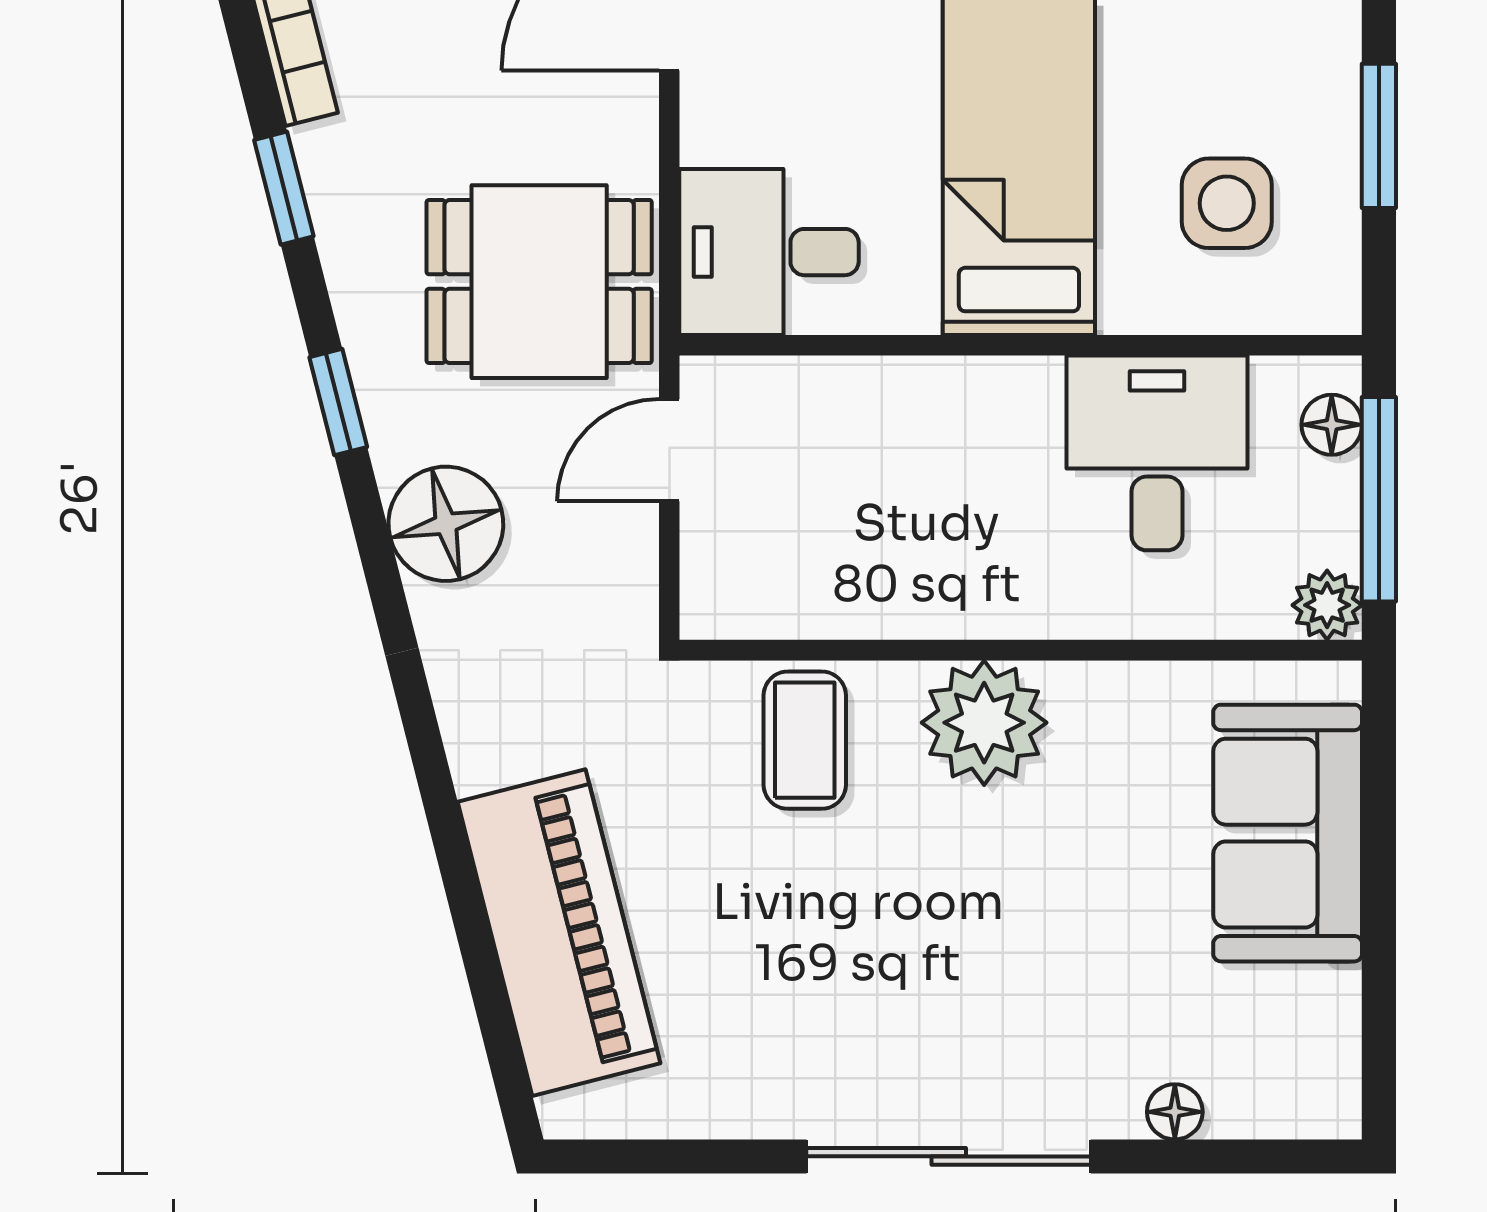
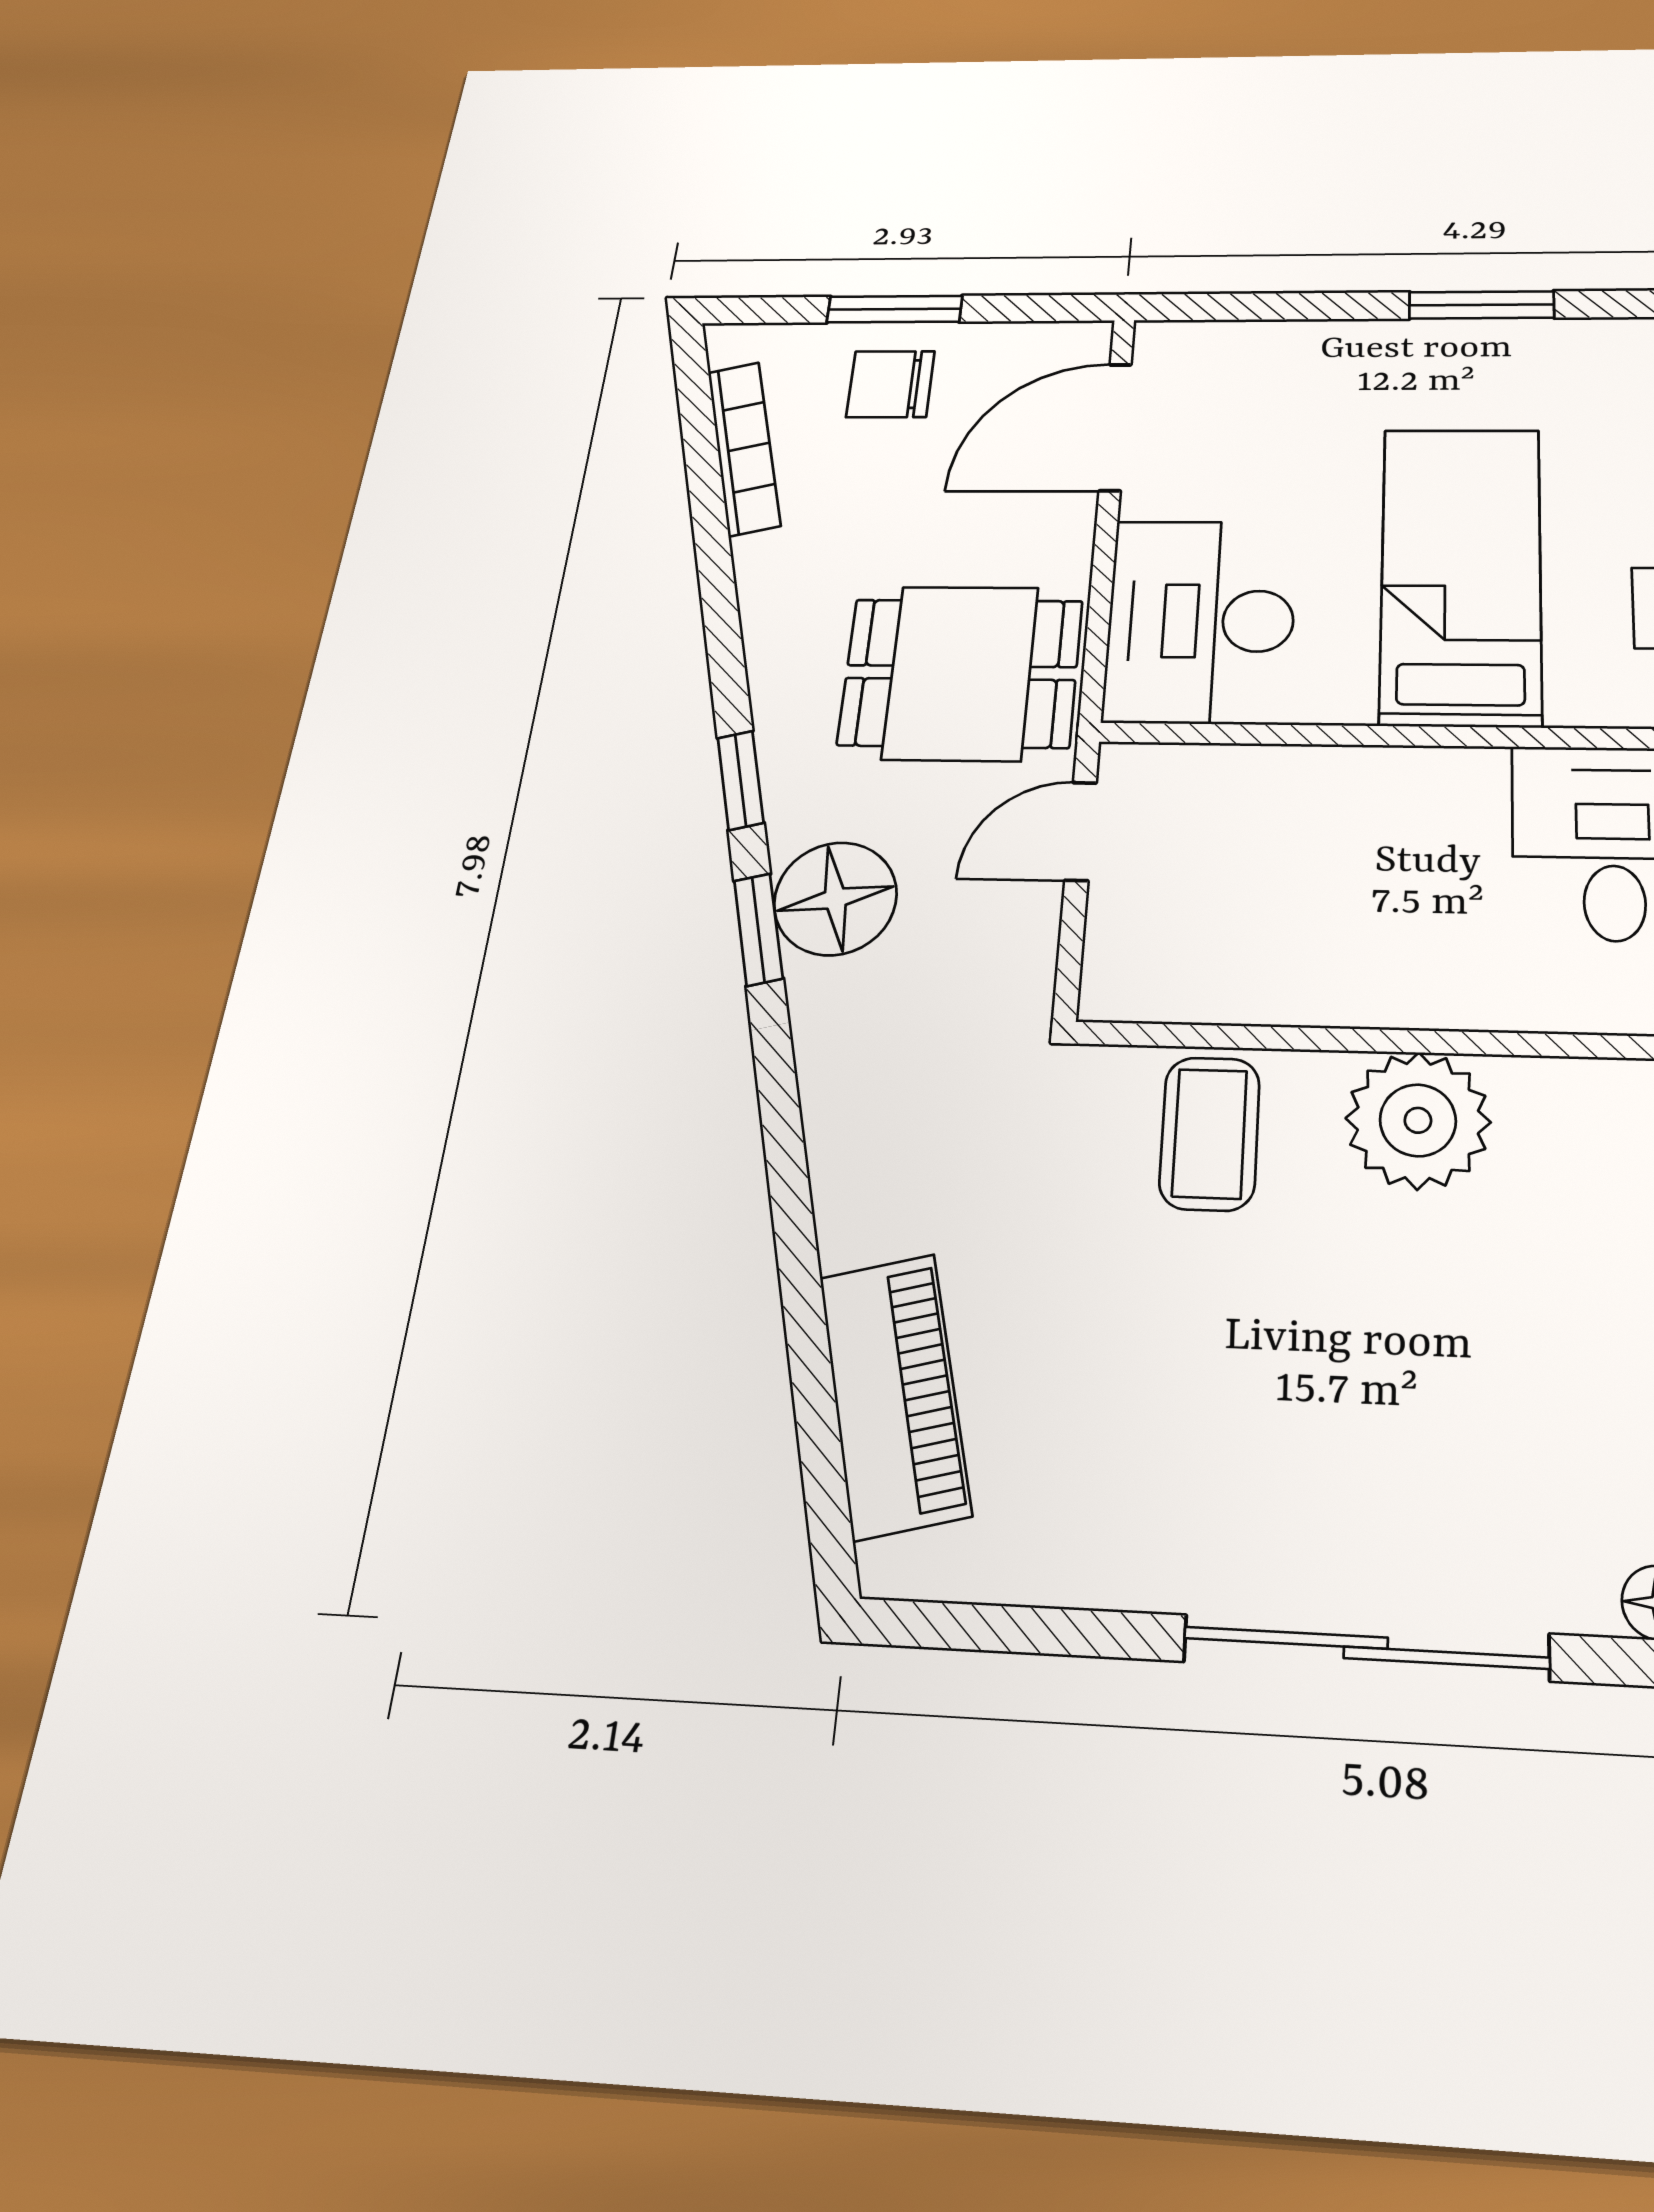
window: (284, 188) -> (758, 929), moved
desk: (769, 252) -> (1201, 621), width x1.37
piano: (559, 933) -> (894, 1395), width x0.73, depth x0.75

